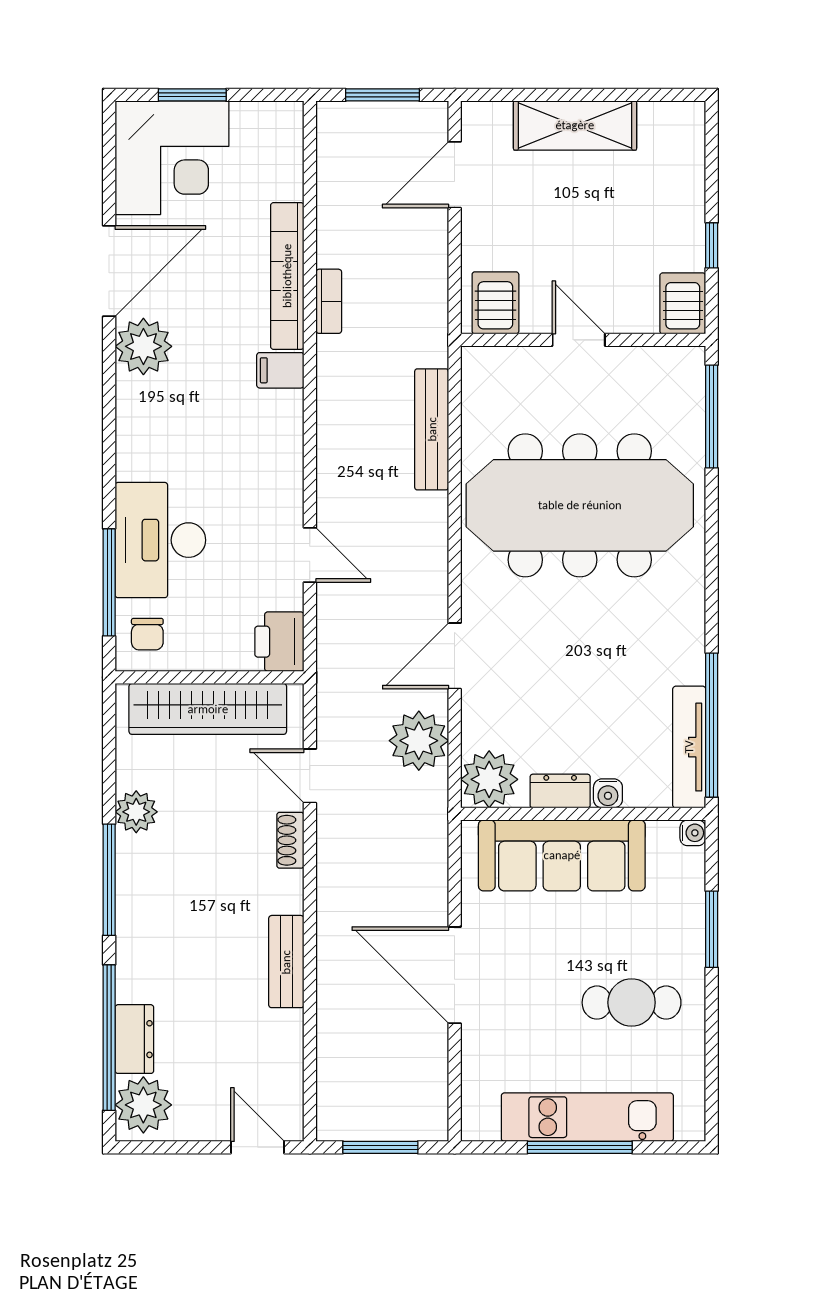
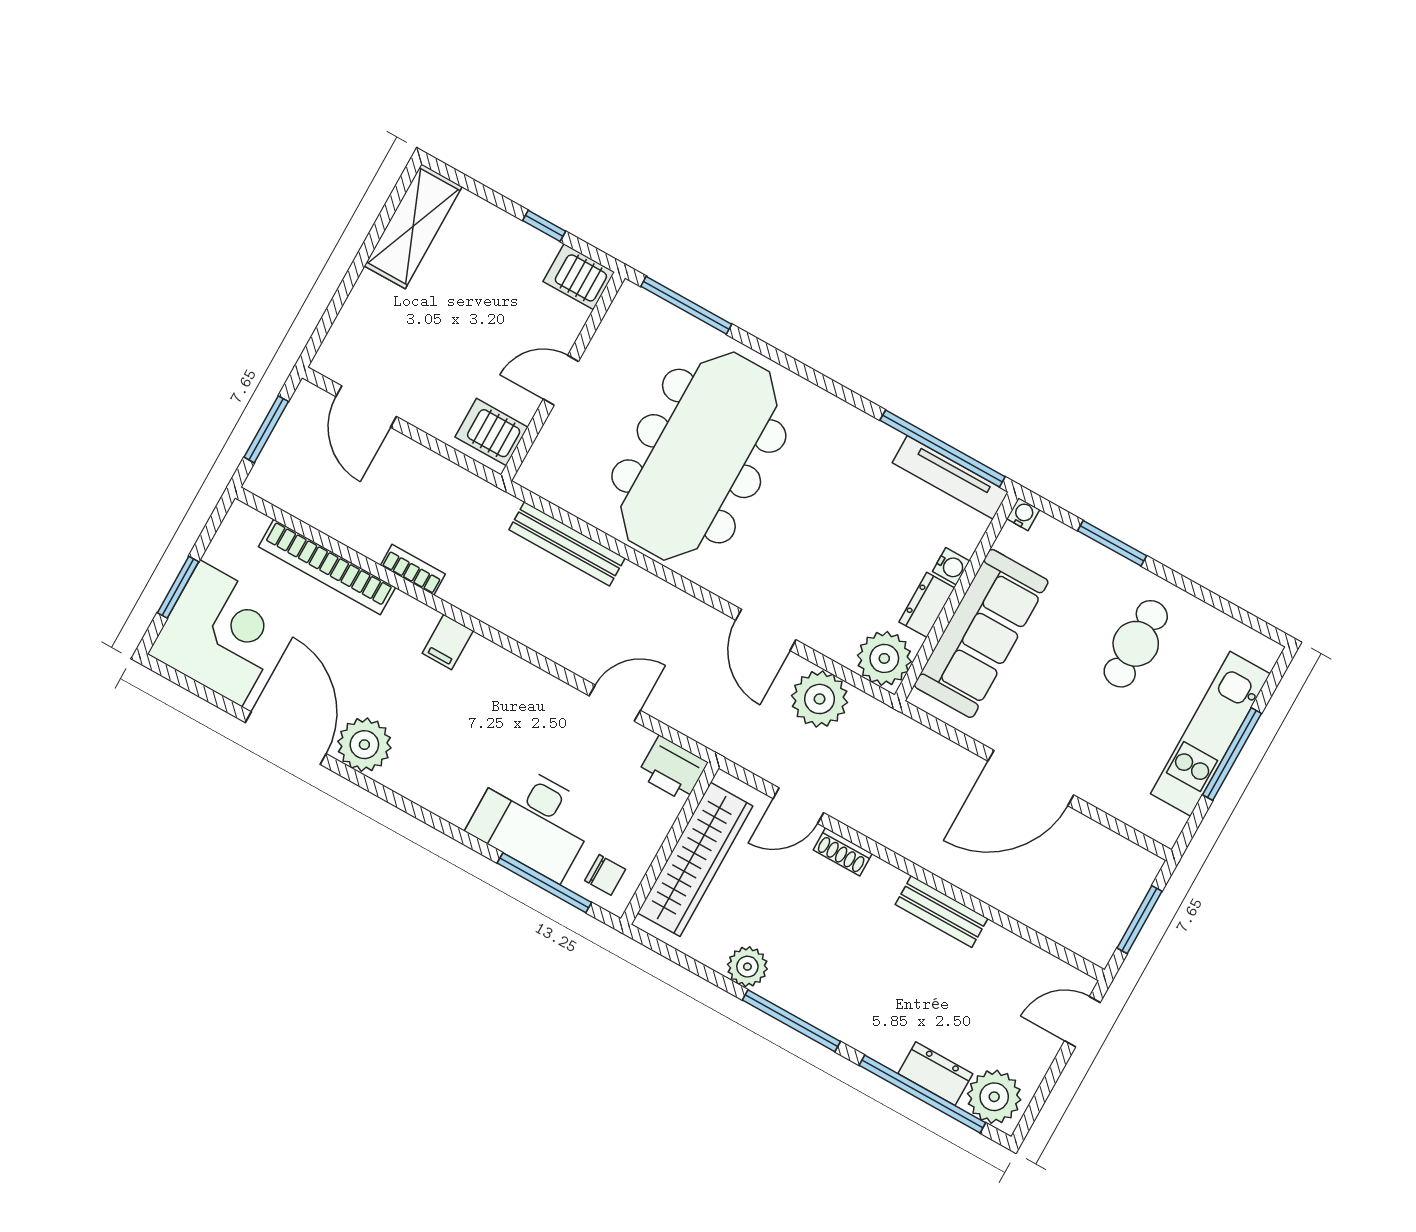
shelving: (575, 125) -> (413, 226), moved
bookcase: (287, 276) -> (327, 567), moved

